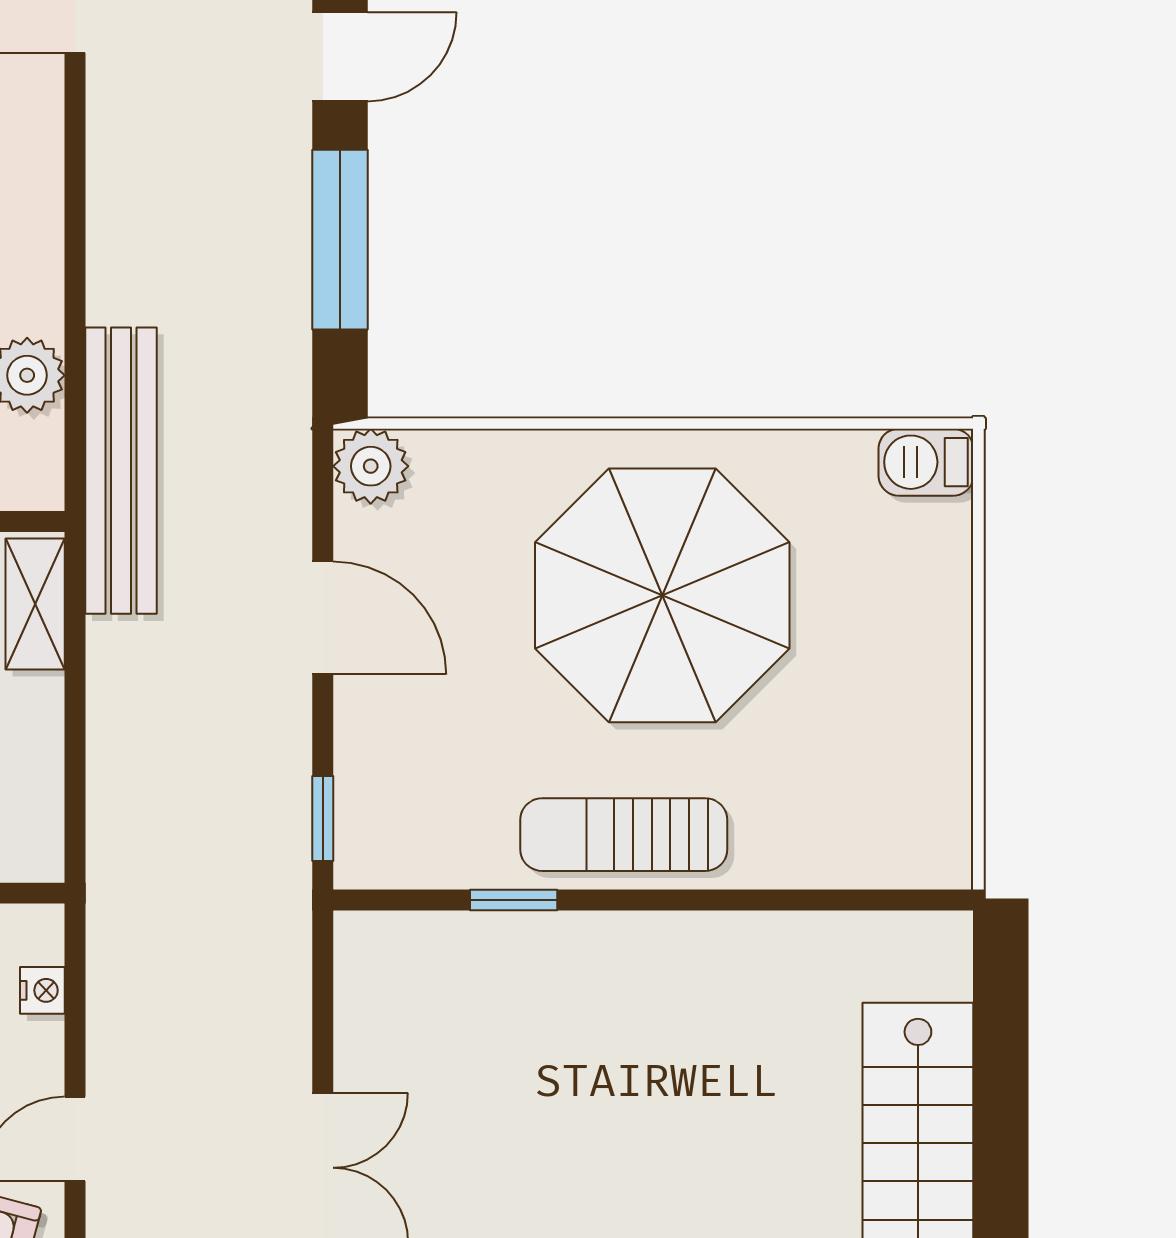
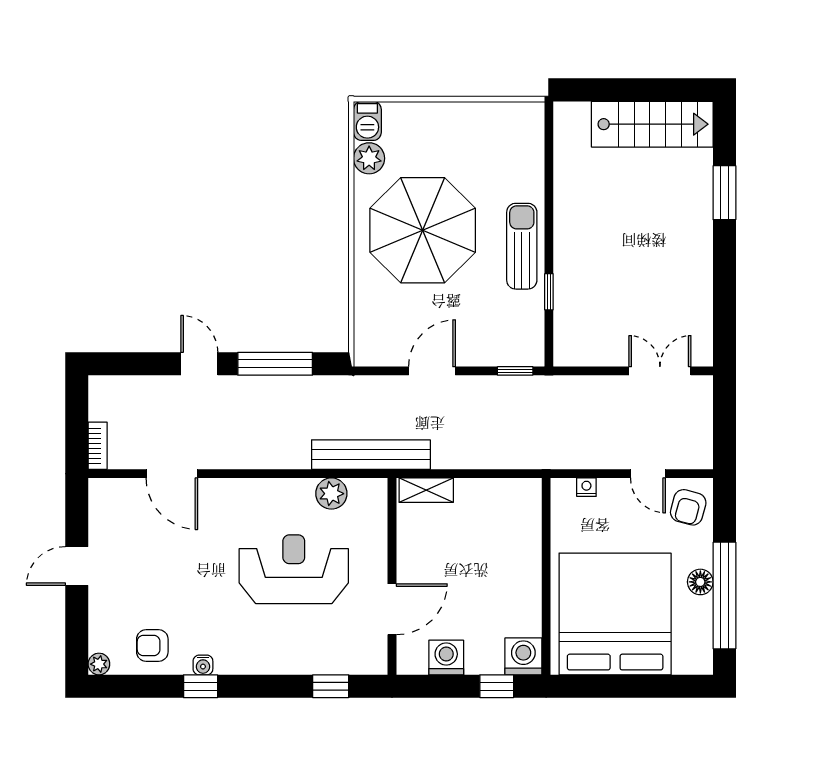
plant: (371, 466) -> (369, 158), moved
sun lounger: (624, 835) -> (522, 246), turned 180

